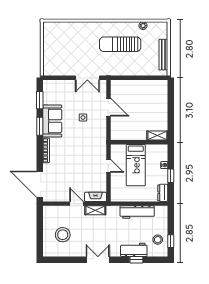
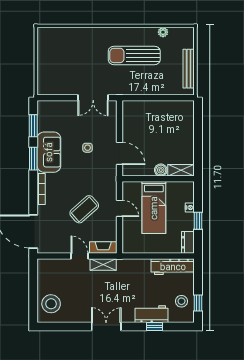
door: (108, 107) -> (120, 153), moved
boiler: (141, 135) -> (161, 170), added
coffee table: (80, 167) -> (84, 209), added
workbench: (137, 212) -> (173, 267), moved
stool: (63, 235) -> (51, 304), moved

